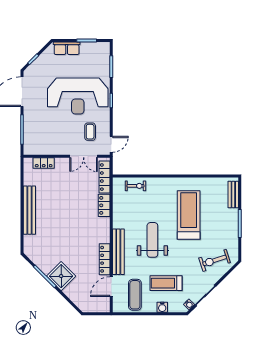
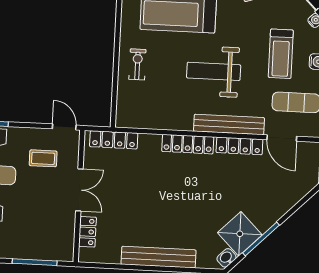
double door: (84, 156) -> (79, 190), moved
exercise bike: (135, 186) -> (137, 64), moved
locker: (104, 205) -> (188, 144), moved, width x1.53
washbasin: (31, 254) -> (226, 258), added
shower: (61, 276) -> (240, 234), moved

